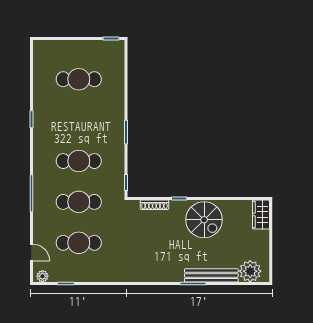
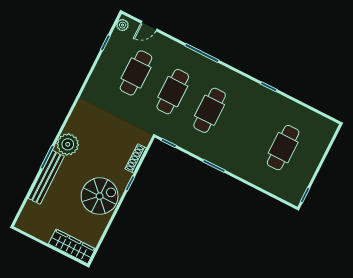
wardrobe: (261, 215) -> (72, 246), width x1.50
spiral stairs: (204, 220) -> (100, 196), turned 180
plant: (250, 271) -> (68, 144), moved

